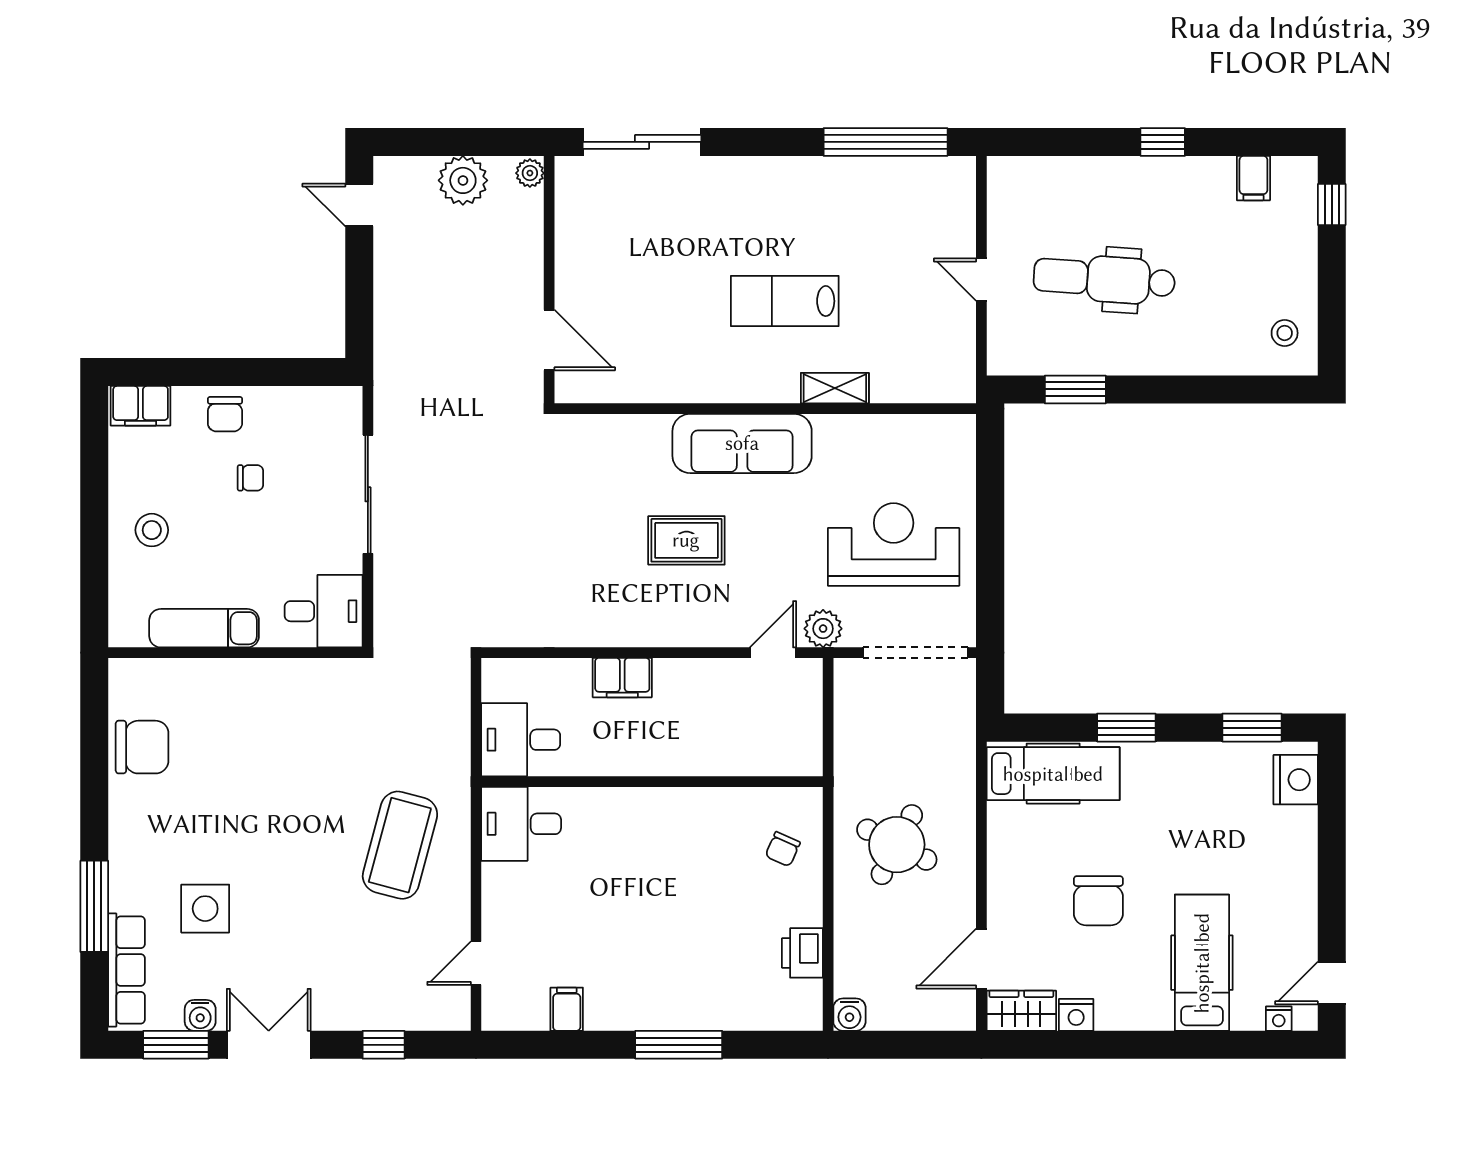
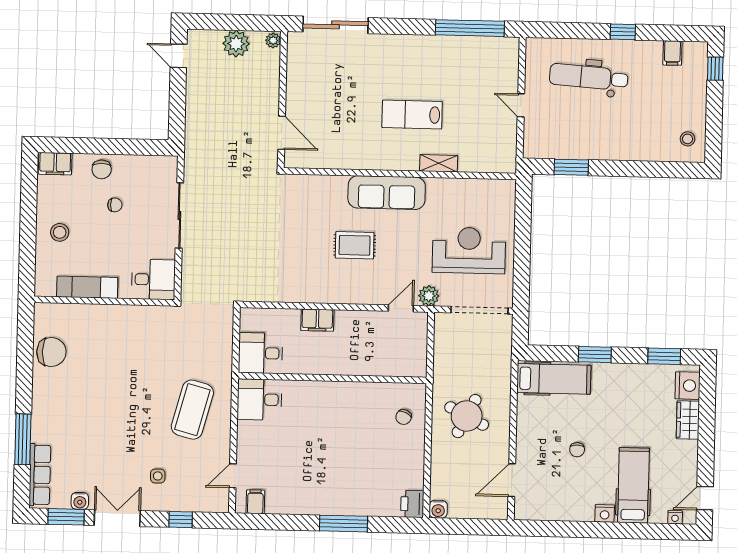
dental chair: (1104, 279) -> (589, 77), moved
chair: (1098, 901) -> (577, 450), width x0.54, depth x0.54
side table: (205, 909) -> (158, 476), moved, width x0.54, depth x0.54
printer: (802, 953) -> (412, 504), moved
filing cabinet: (567, 1009) -> (255, 502), moved
wardrobe: (1021, 1011) -> (688, 420), moved, turned -90
nightstand: (1076, 1015) -> (605, 513), moved

